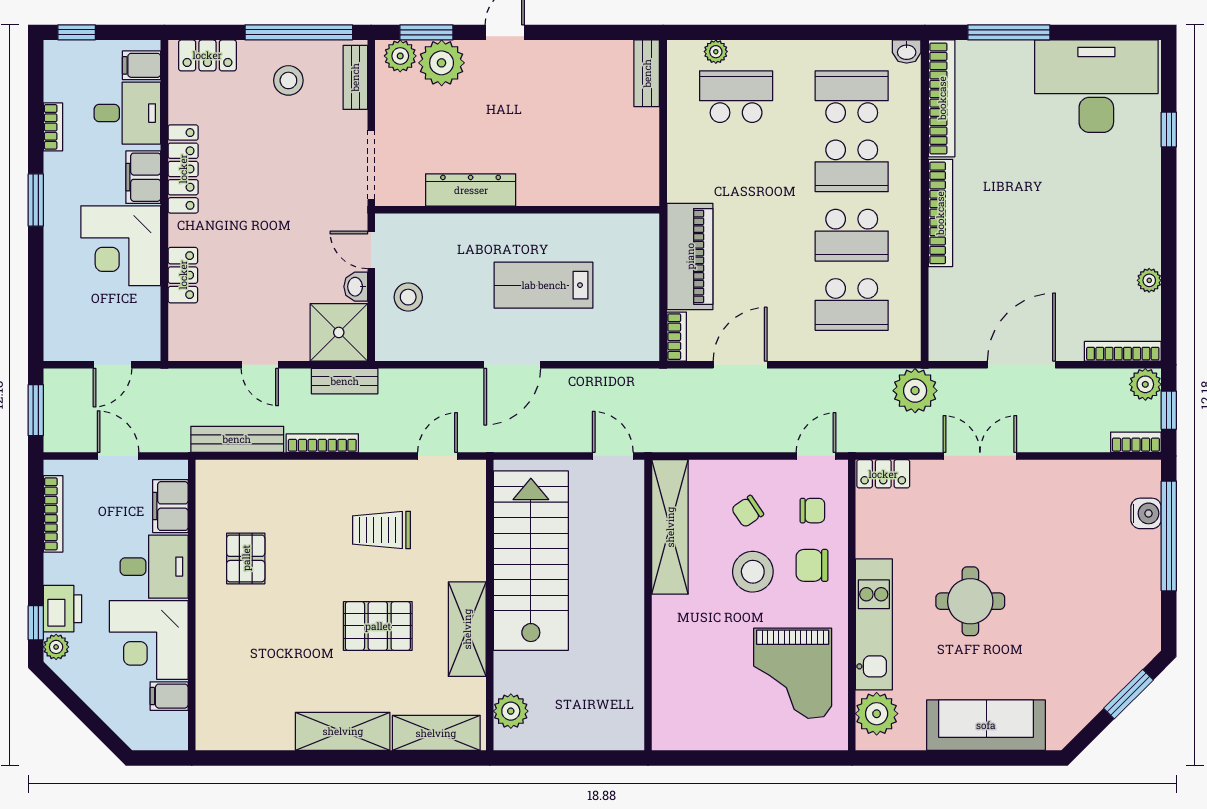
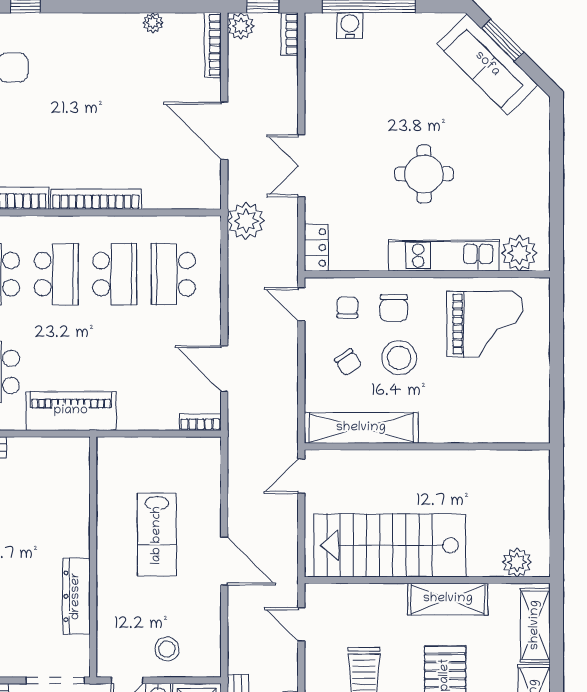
piano: (690, 256) -> (71, 411), moved
school desk: (852, 304) -> (173, 274), turned 180
sofa: (986, 725) -> (487, 64), moved, turned -45

